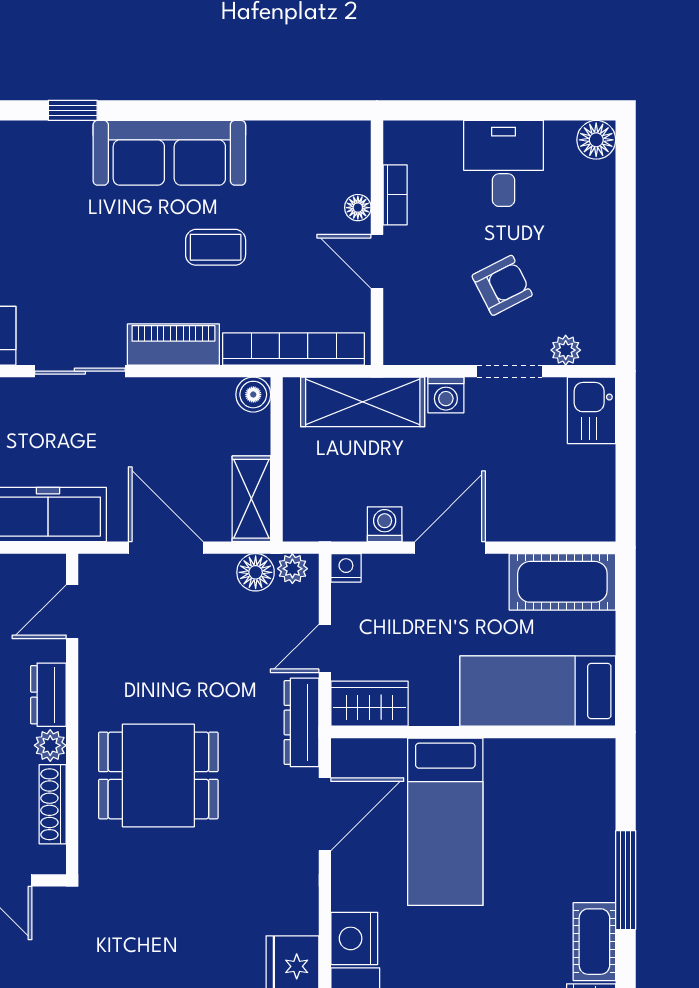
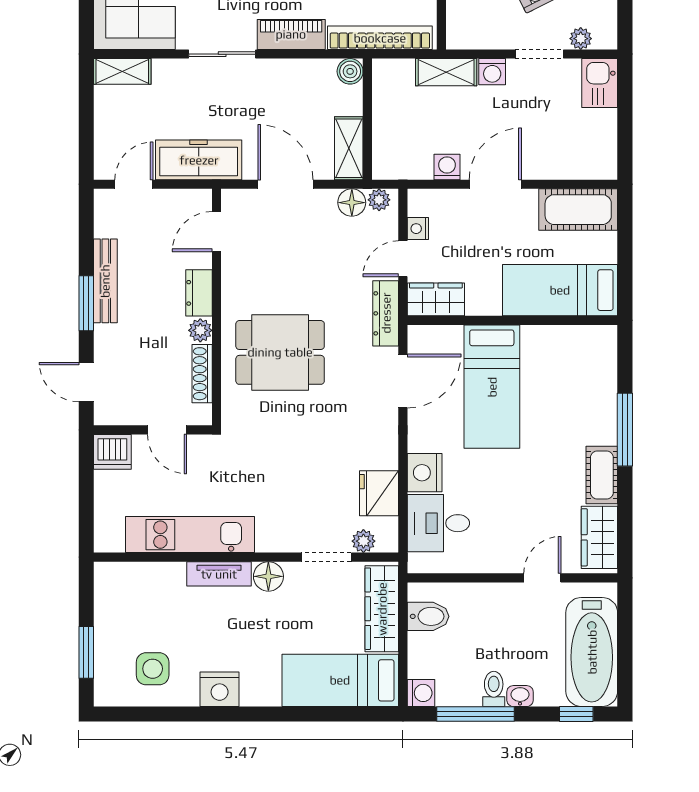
shelving: (363, 402) -> (446, 72), width x0.67, depth x0.75
nightstand: (346, 568) -> (418, 229), moved, turned -90

